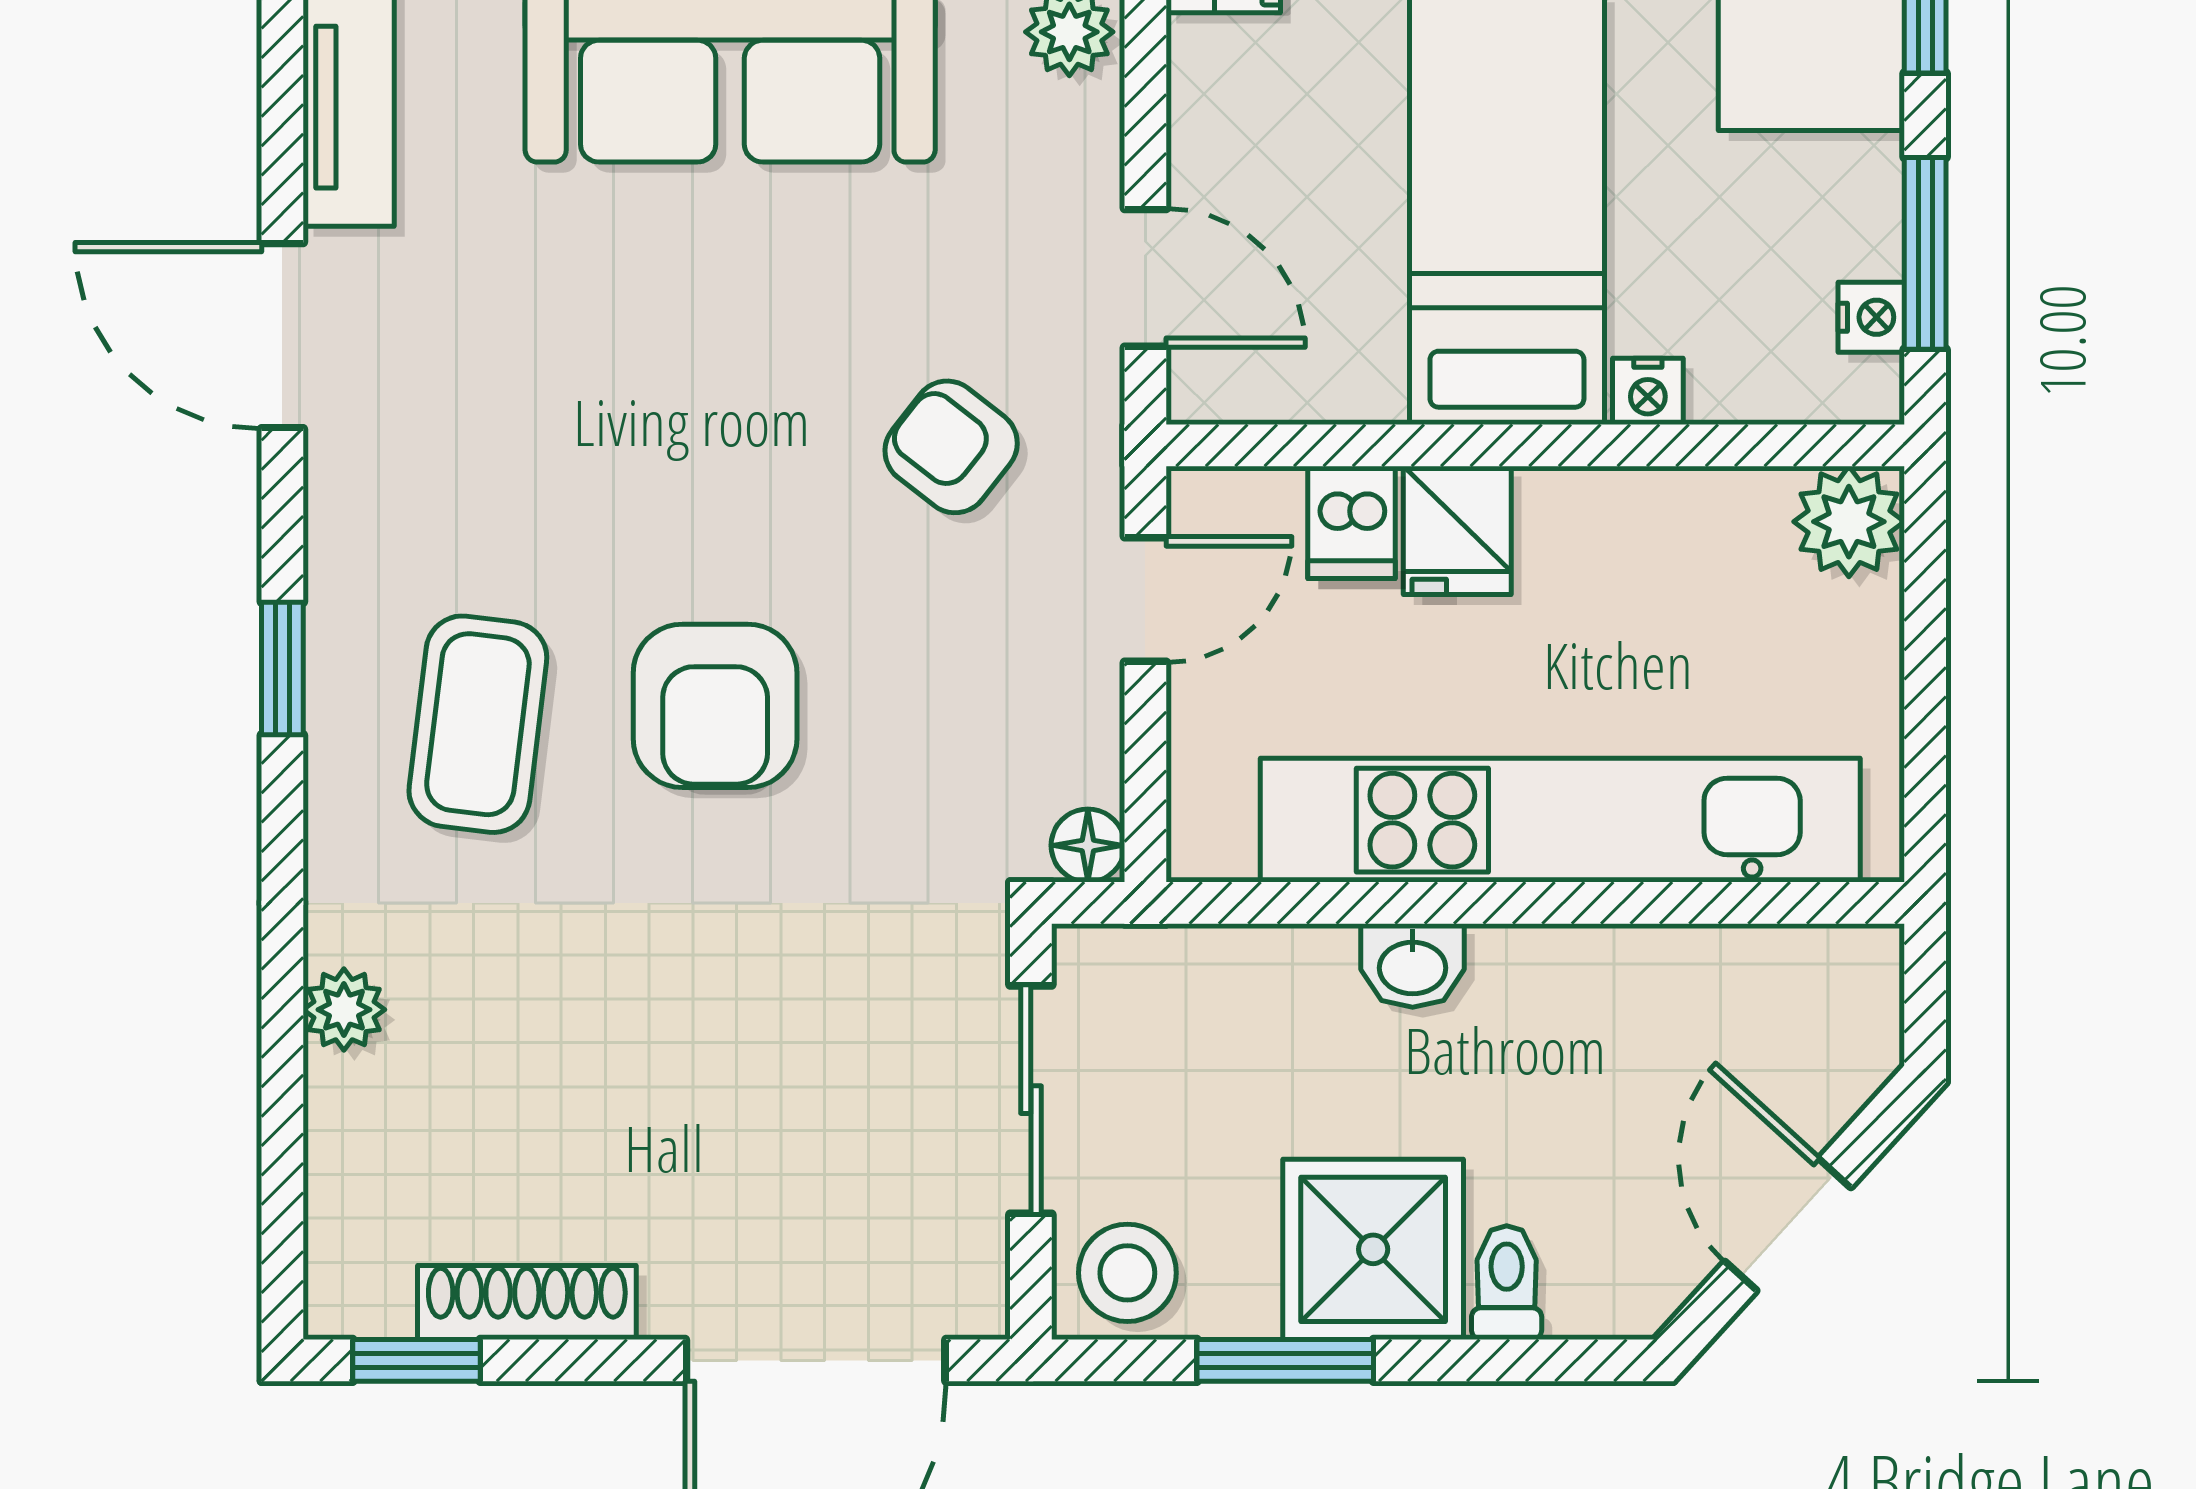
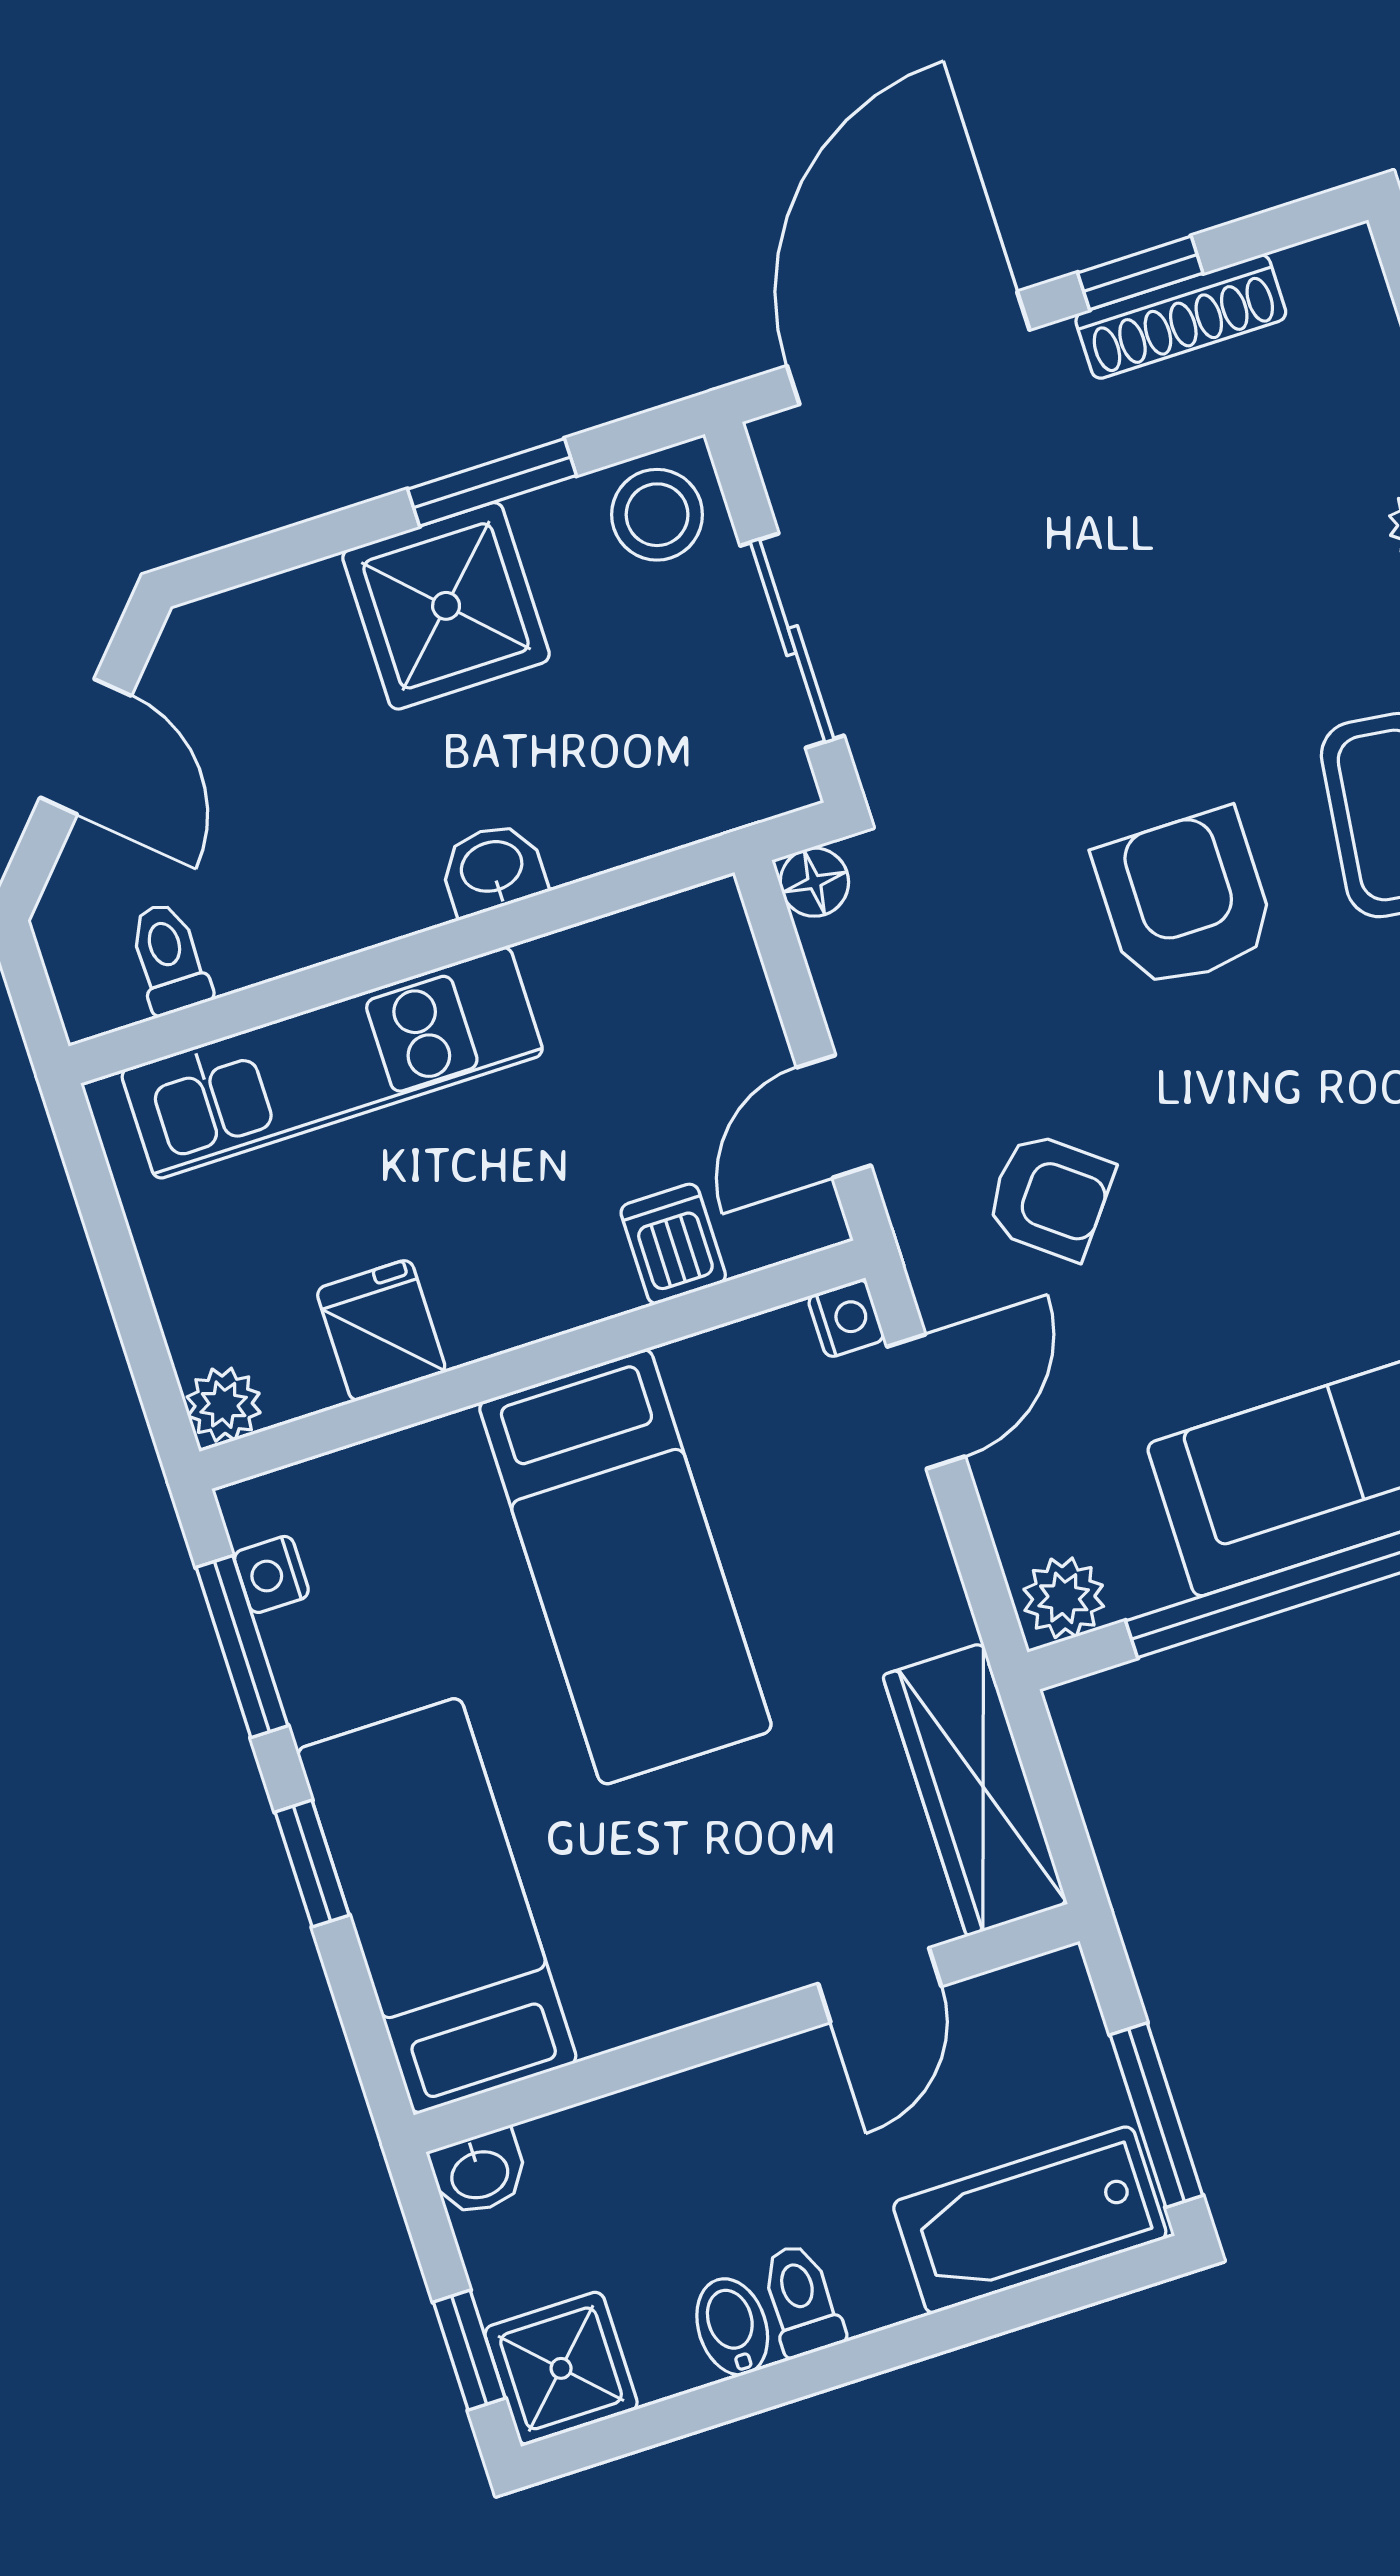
door: (1145, 278) -> (926, 1402), swing flipped
nightstand: (1648, 391) -> (846, 1318), moved, turned 90
plant: (1849, 522) -> (224, 1405), width x0.73, depth x0.73
fridge: (1457, 530) -> (381, 1330), moved
kitchen unit: (1560, 820) -> (332, 1063), width x0.73
toilet: (1507, 1283) -> (169, 958), moved, turned 180
window: (416, 1360) -> (1140, 273), moved

